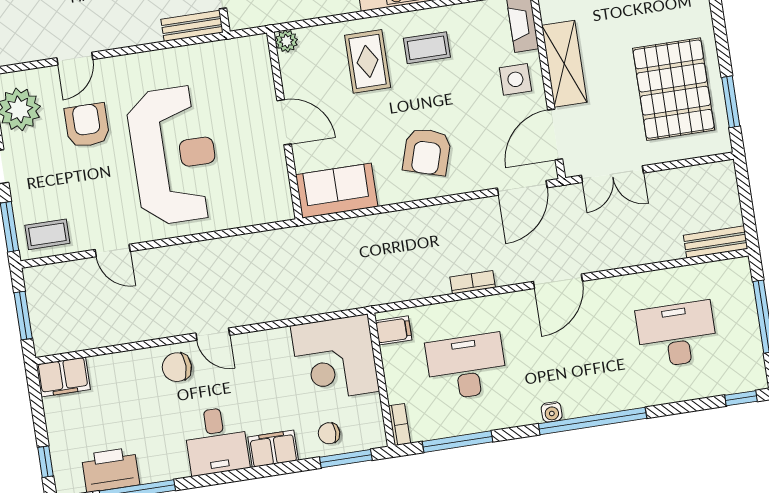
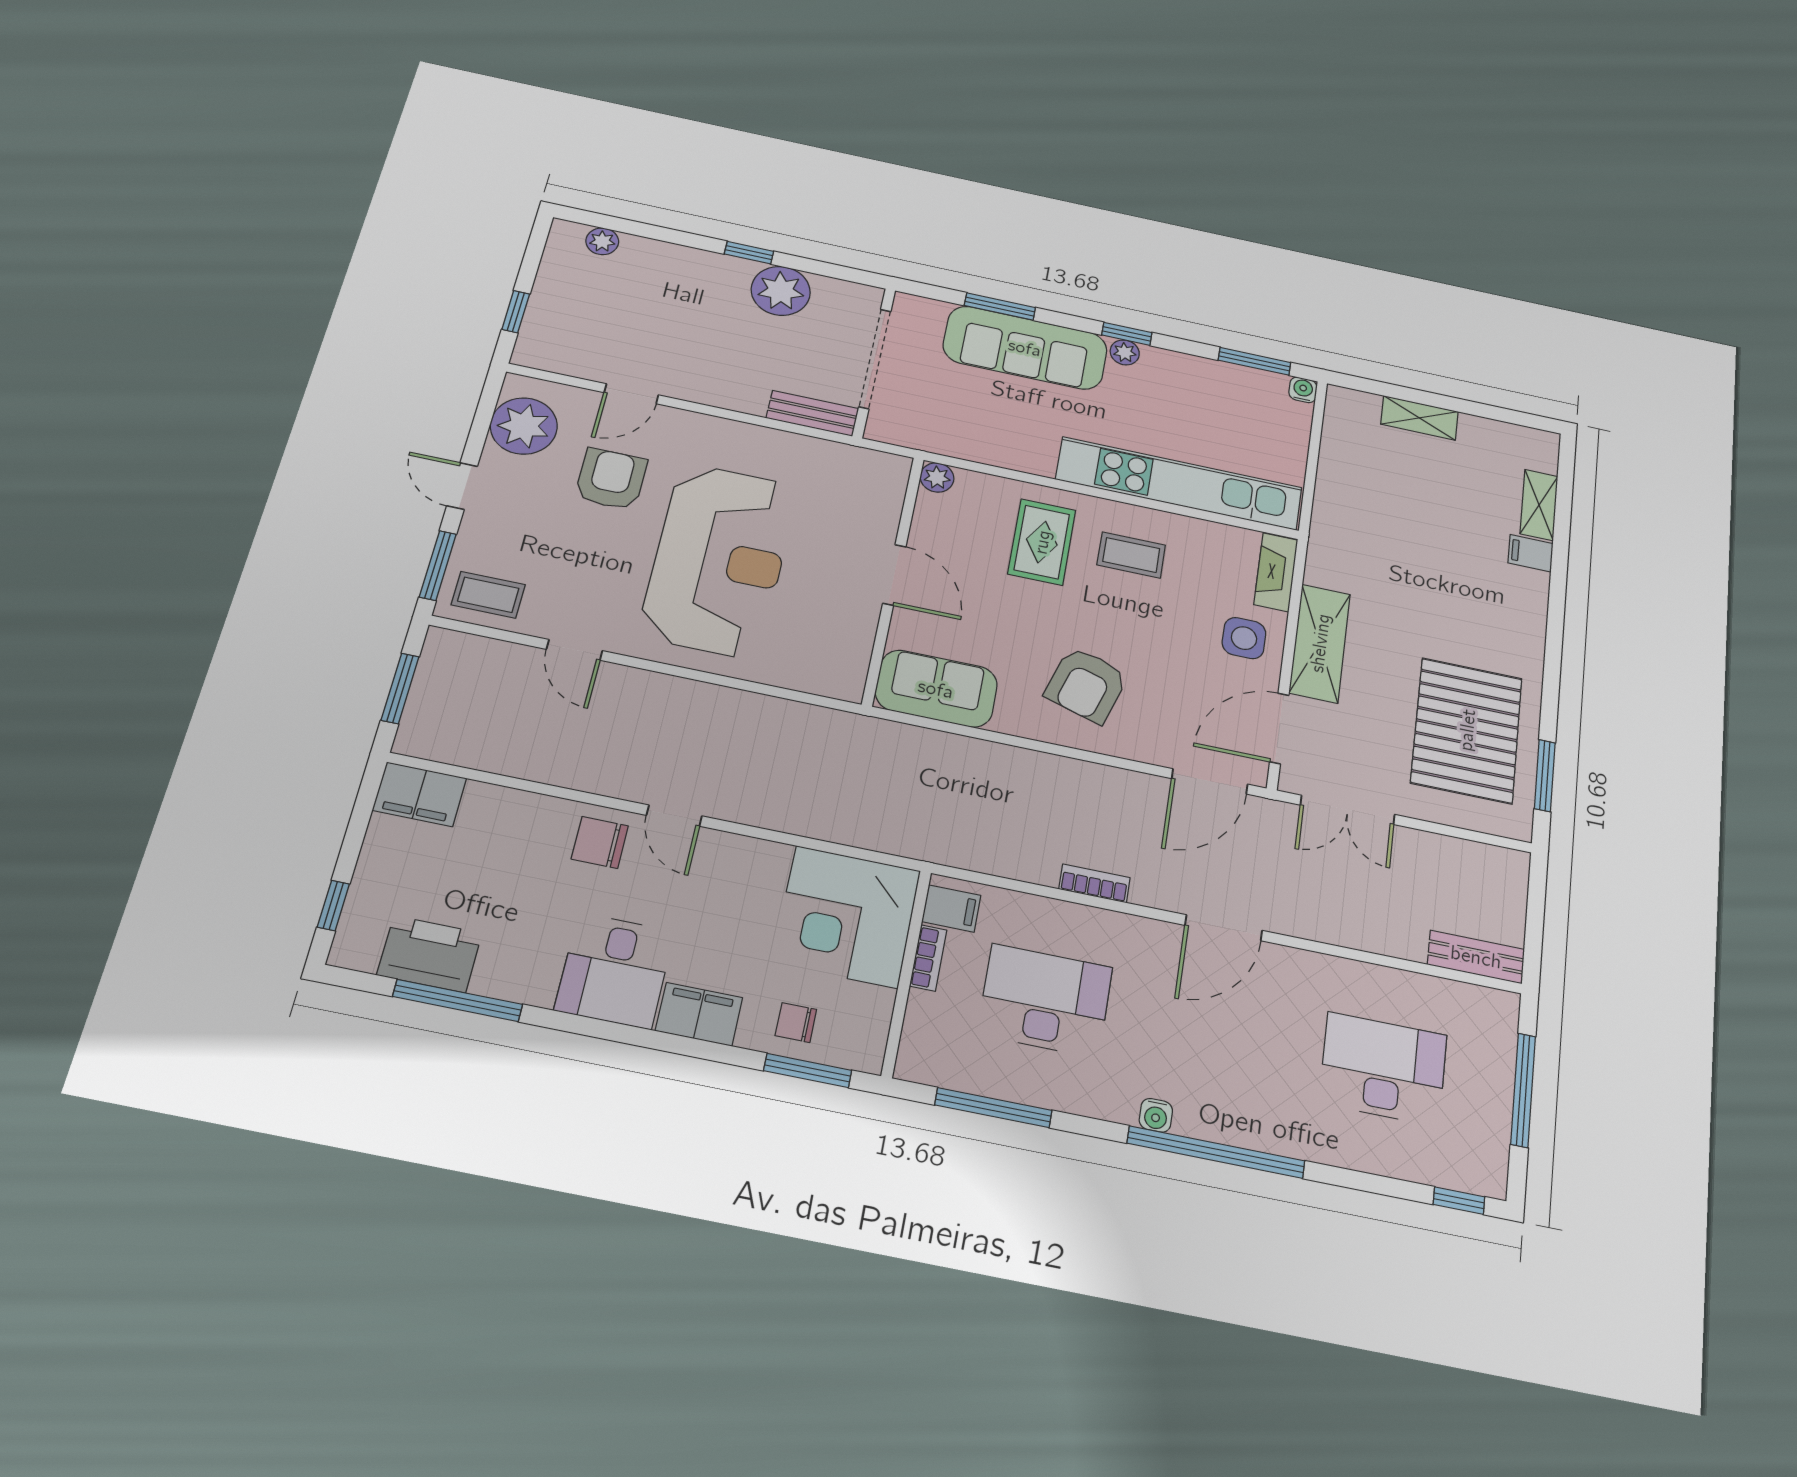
bookcase: (400, 425) -> (928, 958), moved

